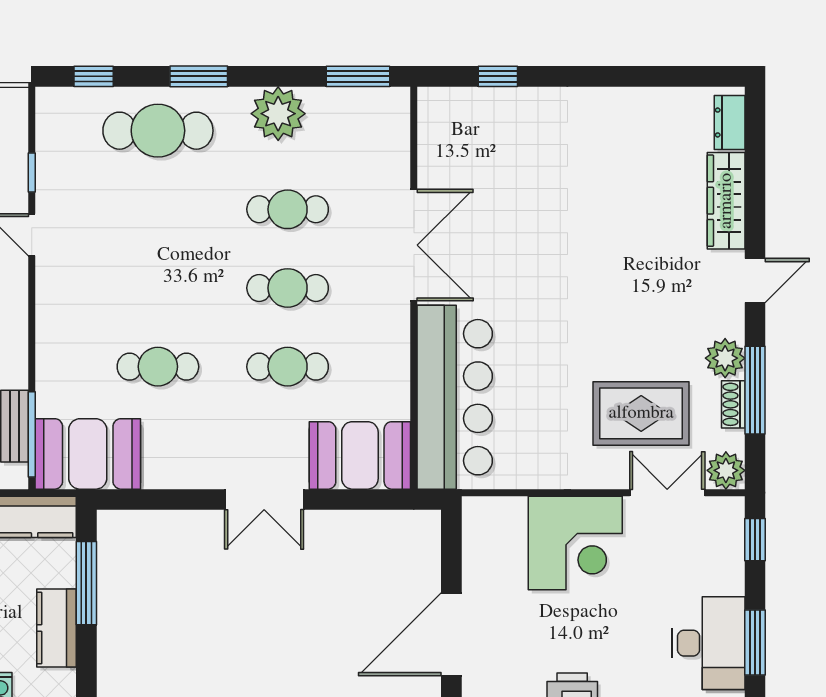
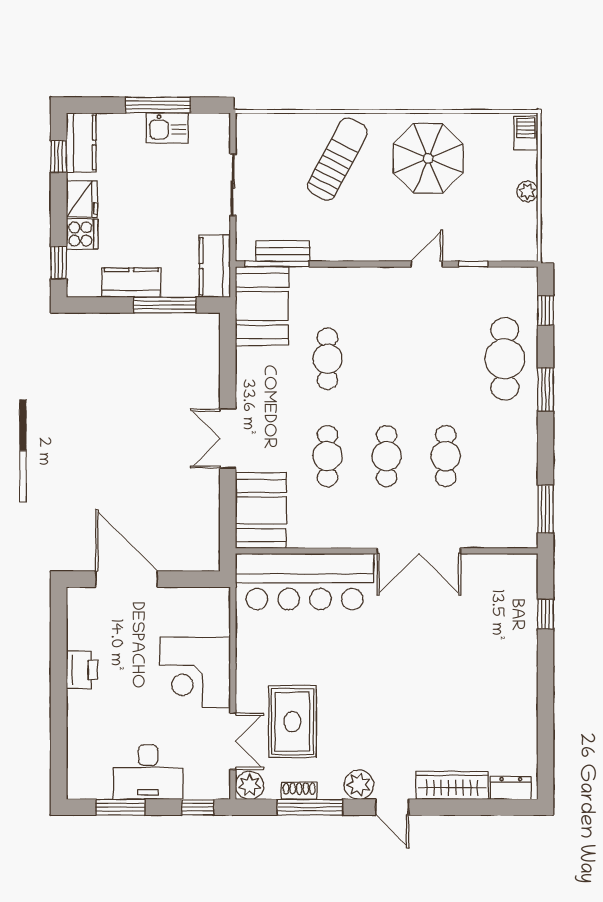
plant: (278, 114) -> (518, 449), removed
plant: (725, 358) -> (359, 785), moved
desk: (708, 643) -> (148, 772), moved

